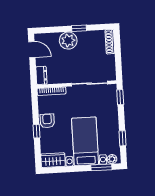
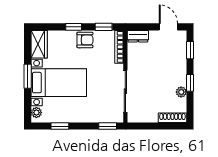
window: (51, 30) -> (190, 50), added
plant: (68, 41) -> (181, 92), moved, width x0.53, depth x0.53
door: (32, 50) -> (168, 27), swing flipped
window: (35, 105) -> (104, 27), added
window: (101, 167) -> (28, 76), moved

